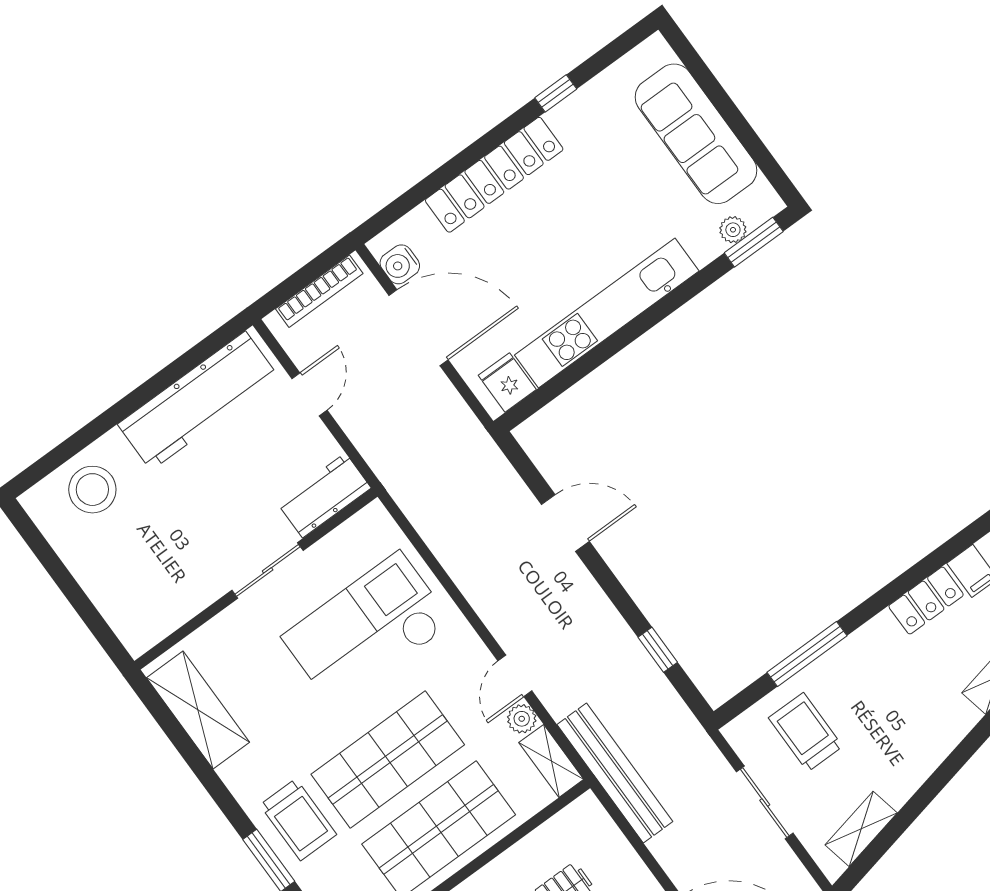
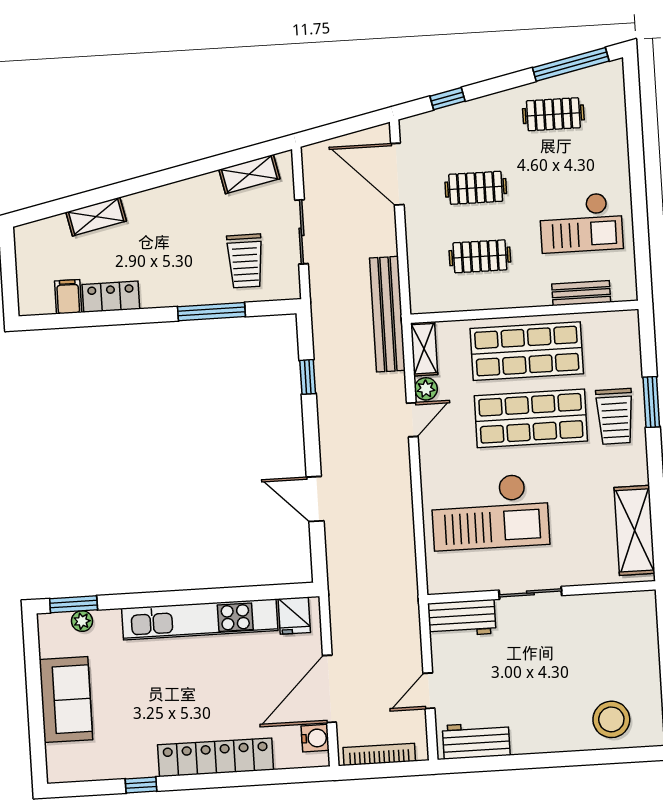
sofa: (696, 134) -> (66, 700), width x0.73
door: (418, 328) -> (329, 689), hinge flipped
workbench: (198, 401) -> (476, 740), width x0.53, depth x0.76
trolley: (298, 820) -> (615, 416), turned 180

